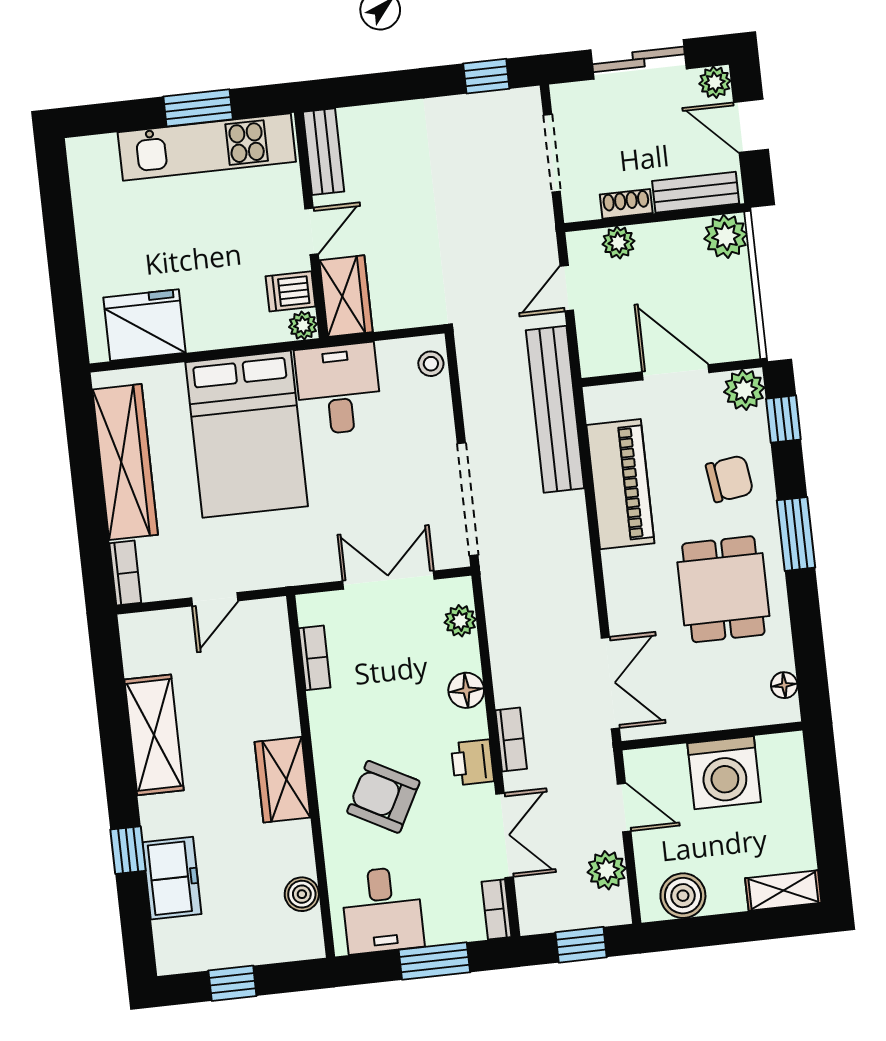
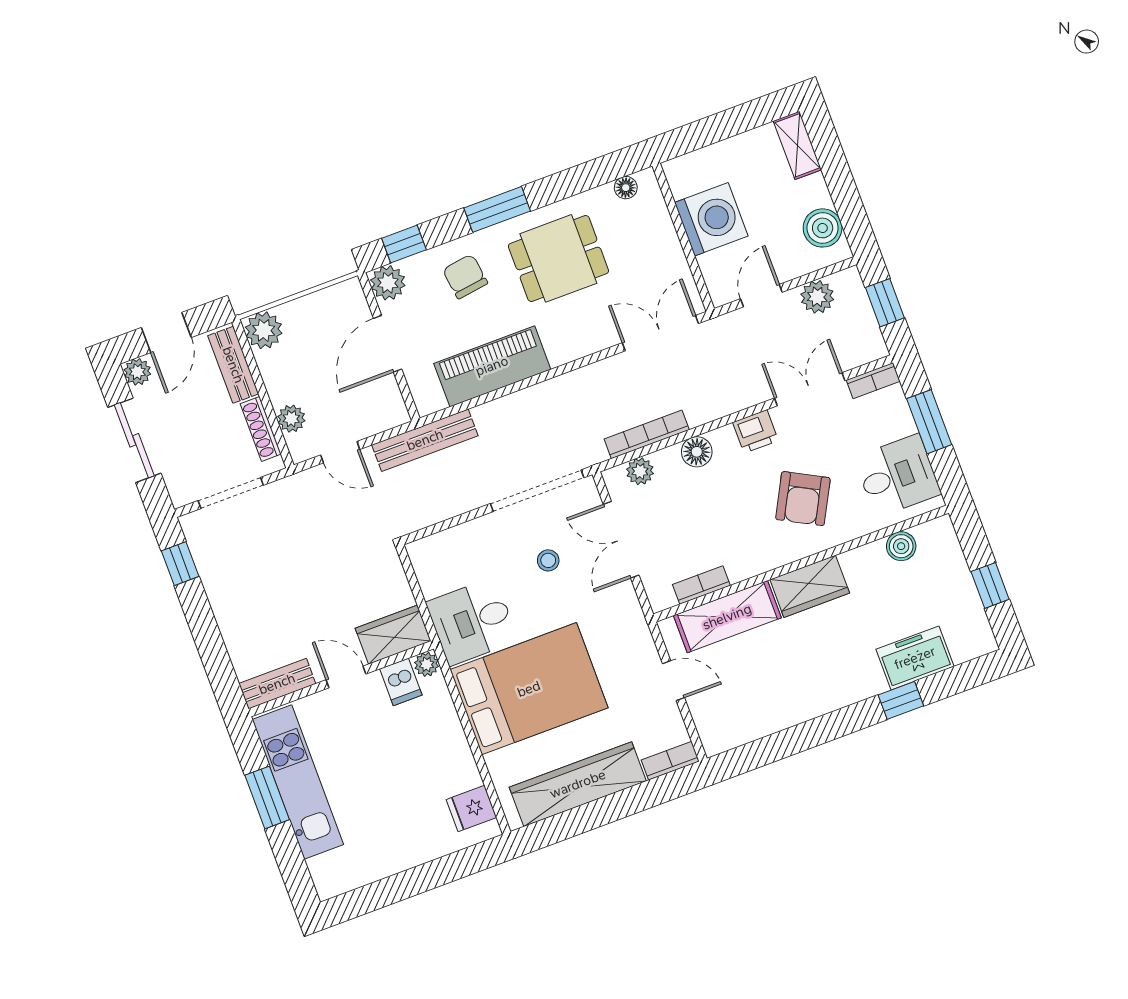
shoe rack: (626, 204) -> (261, 429), width x1.43
fridge: (145, 325) -> (471, 809), width x0.53, depth x0.75
stool: (431, 364) -> (548, 560), moved
bench: (555, 409) -> (425, 440), width x0.73, depth x0.82
shelving: (154, 735) -> (727, 617), moved
bookcase: (511, 739) -> (647, 434), moved, width x1.56

